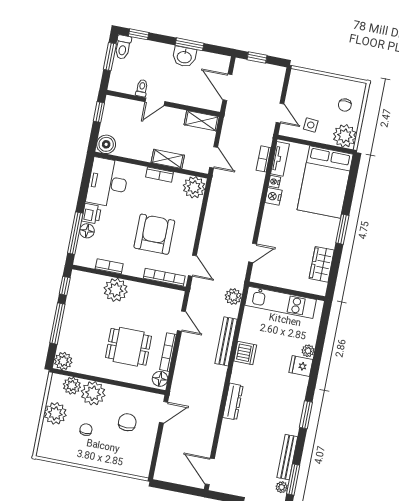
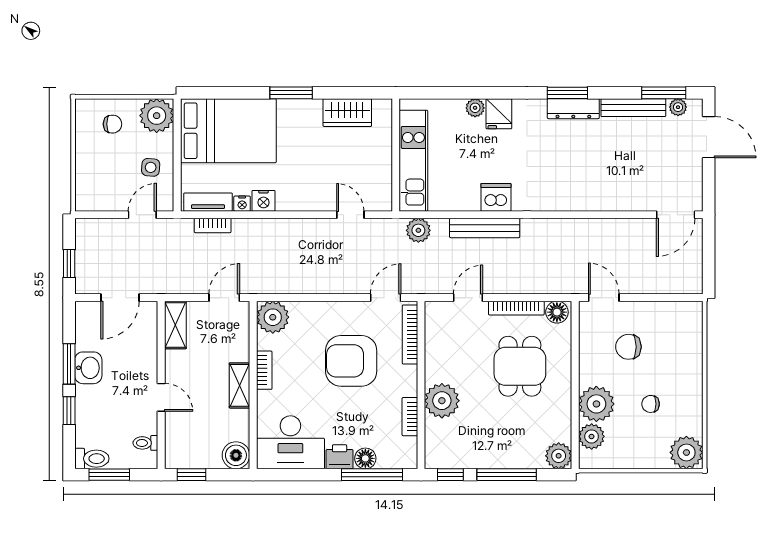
window: (139, 34) -> (69, 411), moved
toilet: (142, 88) -> (145, 443), moved
shelving: (168, 159) -> (239, 385), moved
dresser: (233, 402) -> (573, 109), moved, turned 180
plant: (55, 413) -> (686, 452), moved

